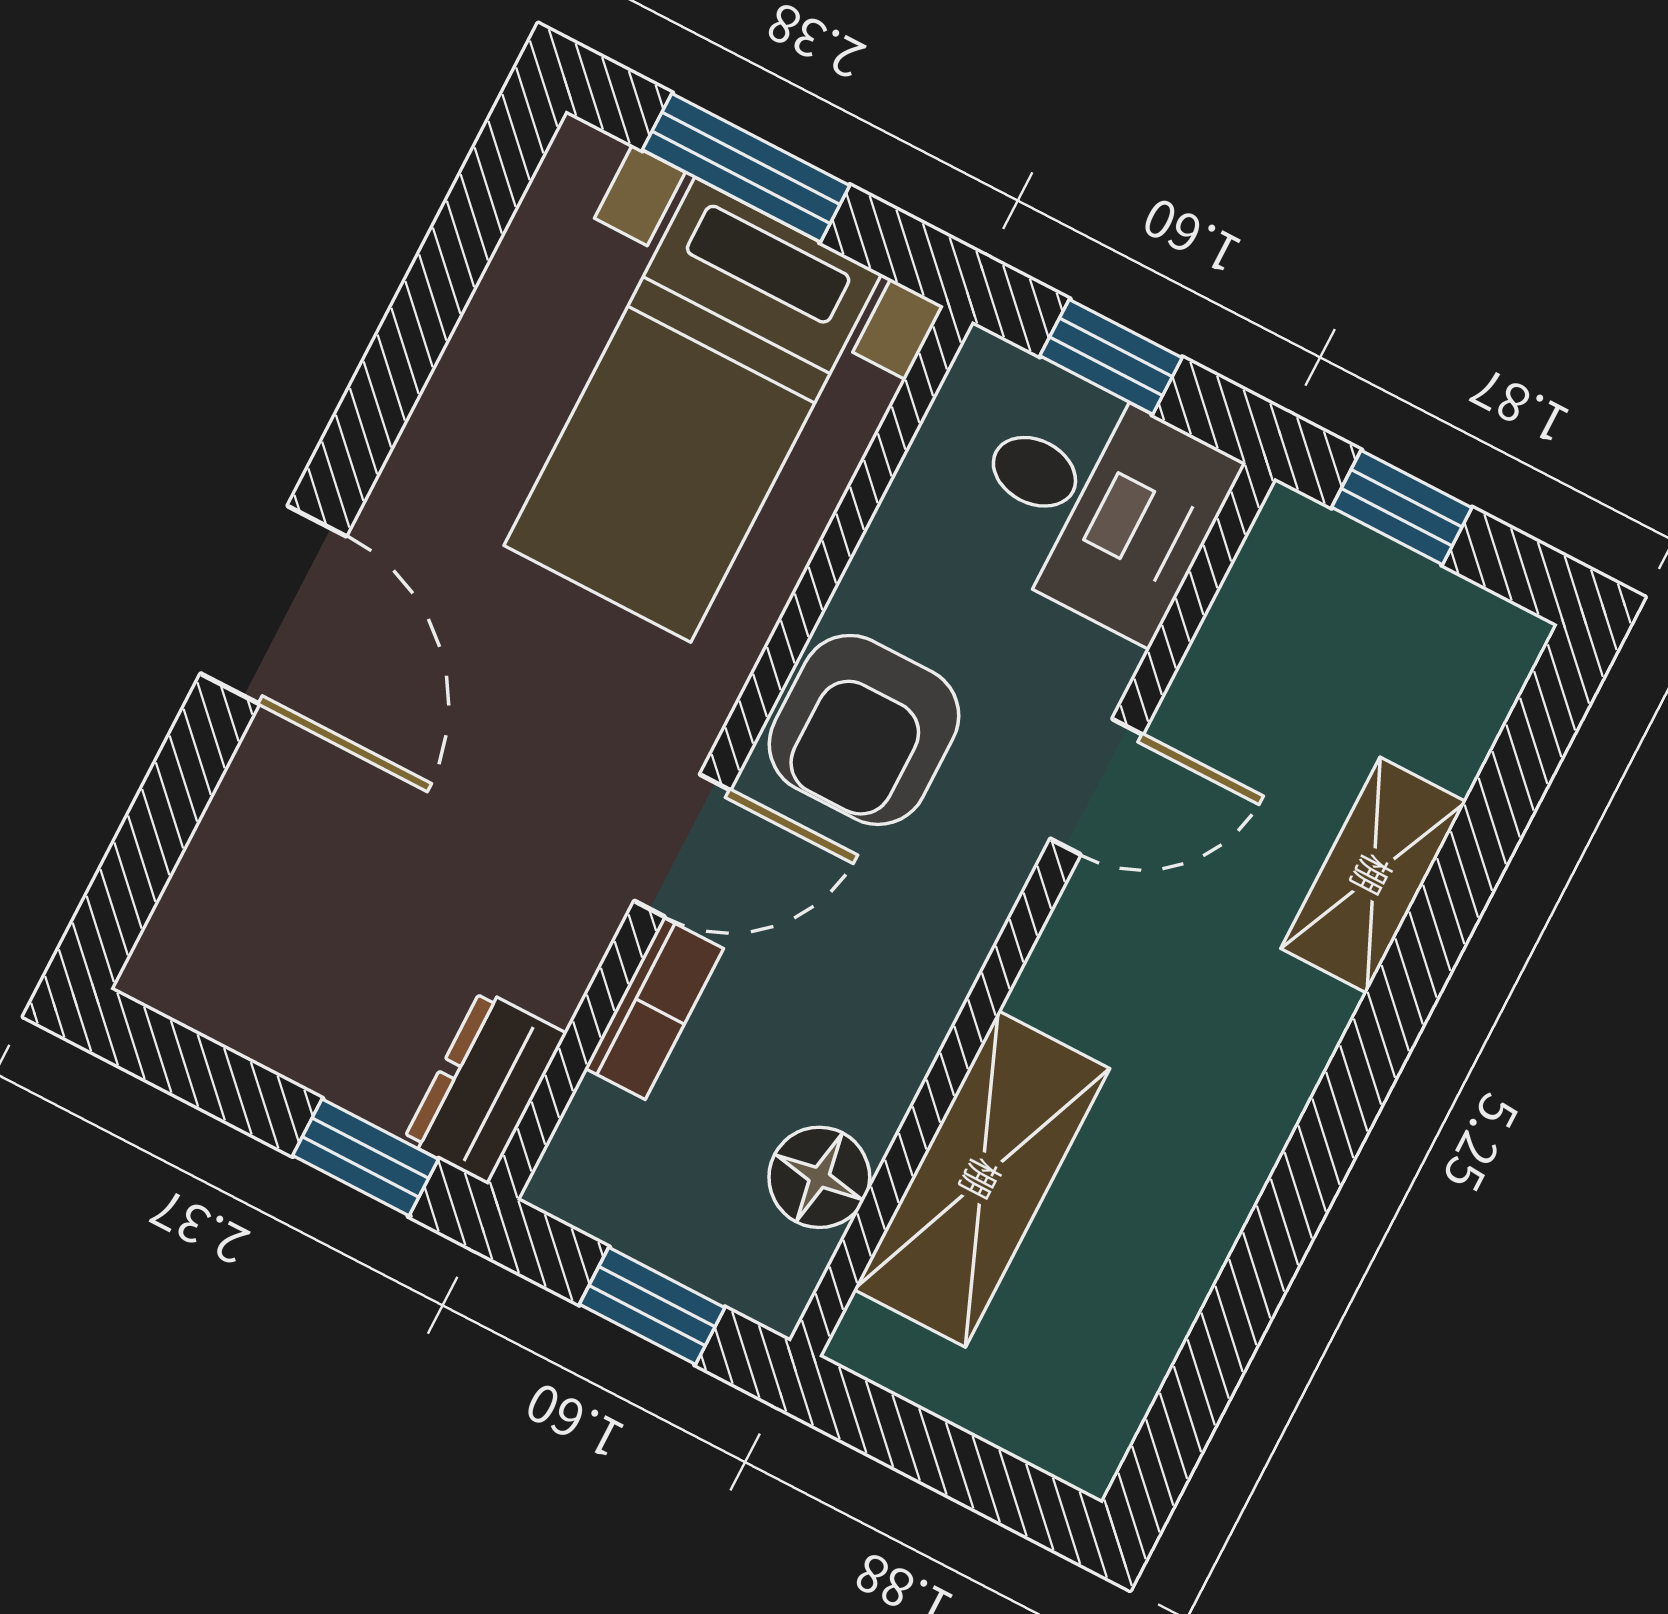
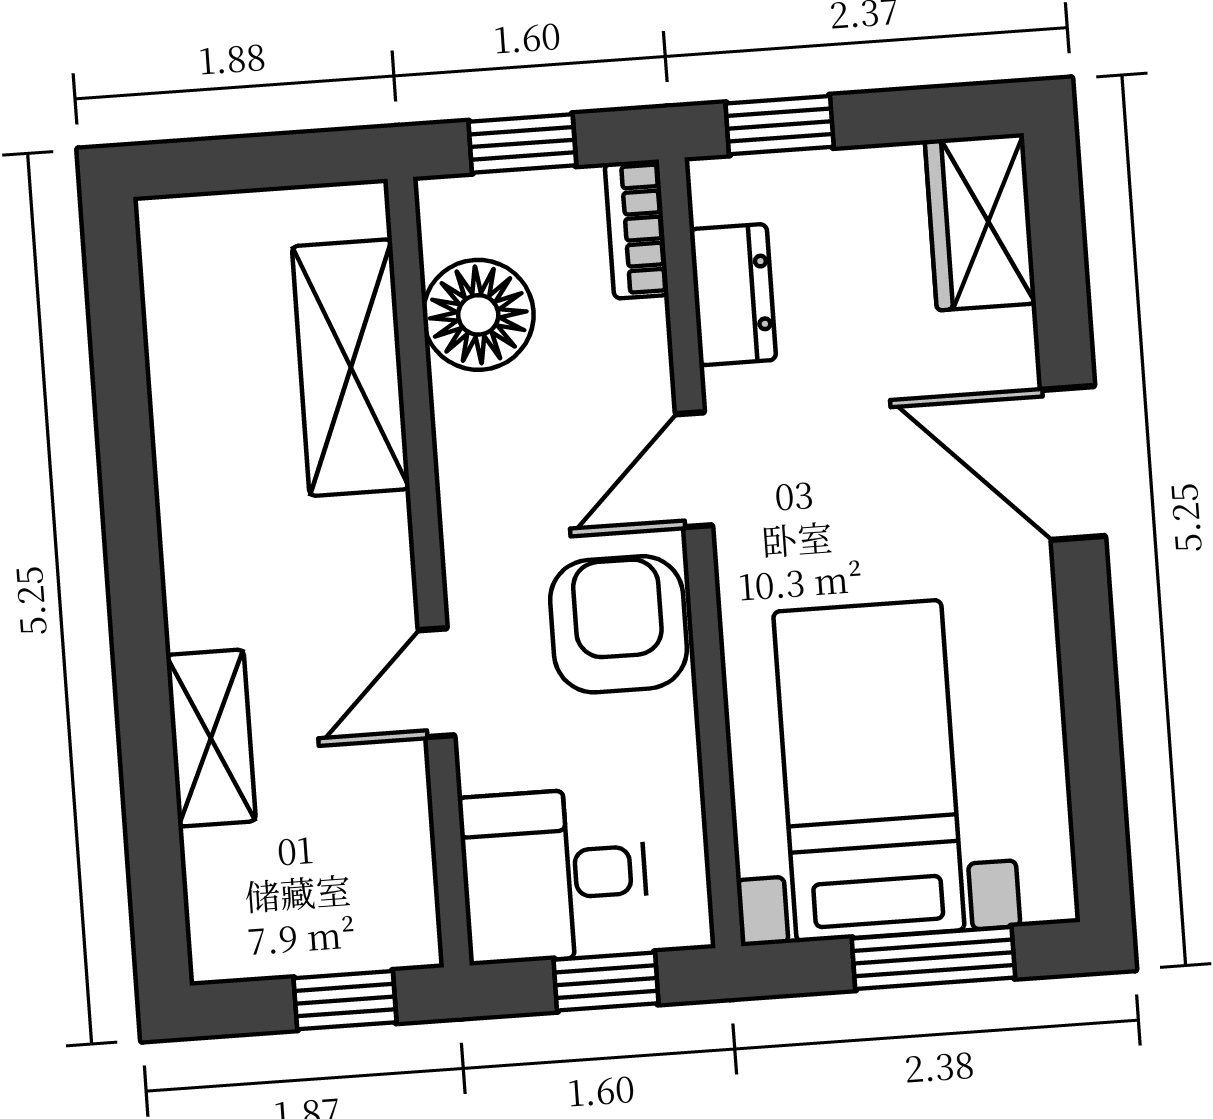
wardrobe: (214, 923) -> (980, 222), added
bookcase: (654, 1008) -> (637, 229), moved
dresser: (485, 1087) -> (733, 295), moved
floor lamp: (819, 1177) -> (478, 315), width x1.38, depth x1.38

